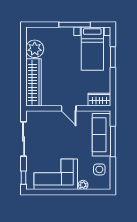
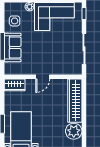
door: (69, 108) -> (43, 77), swing flipped
sofa: (102, 135) -> (13, 47), width x0.73

